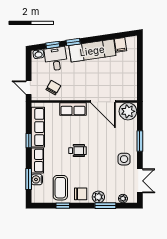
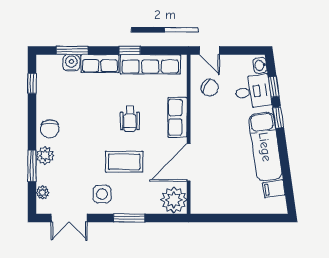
door: (29, 88) -> (210, 50), swing flipped
wheelchair: (77, 151) -> (130, 119), moved
coffee table: (60, 188) -> (124, 162), moved
window: (63, 206) -> (32, 83), moved

